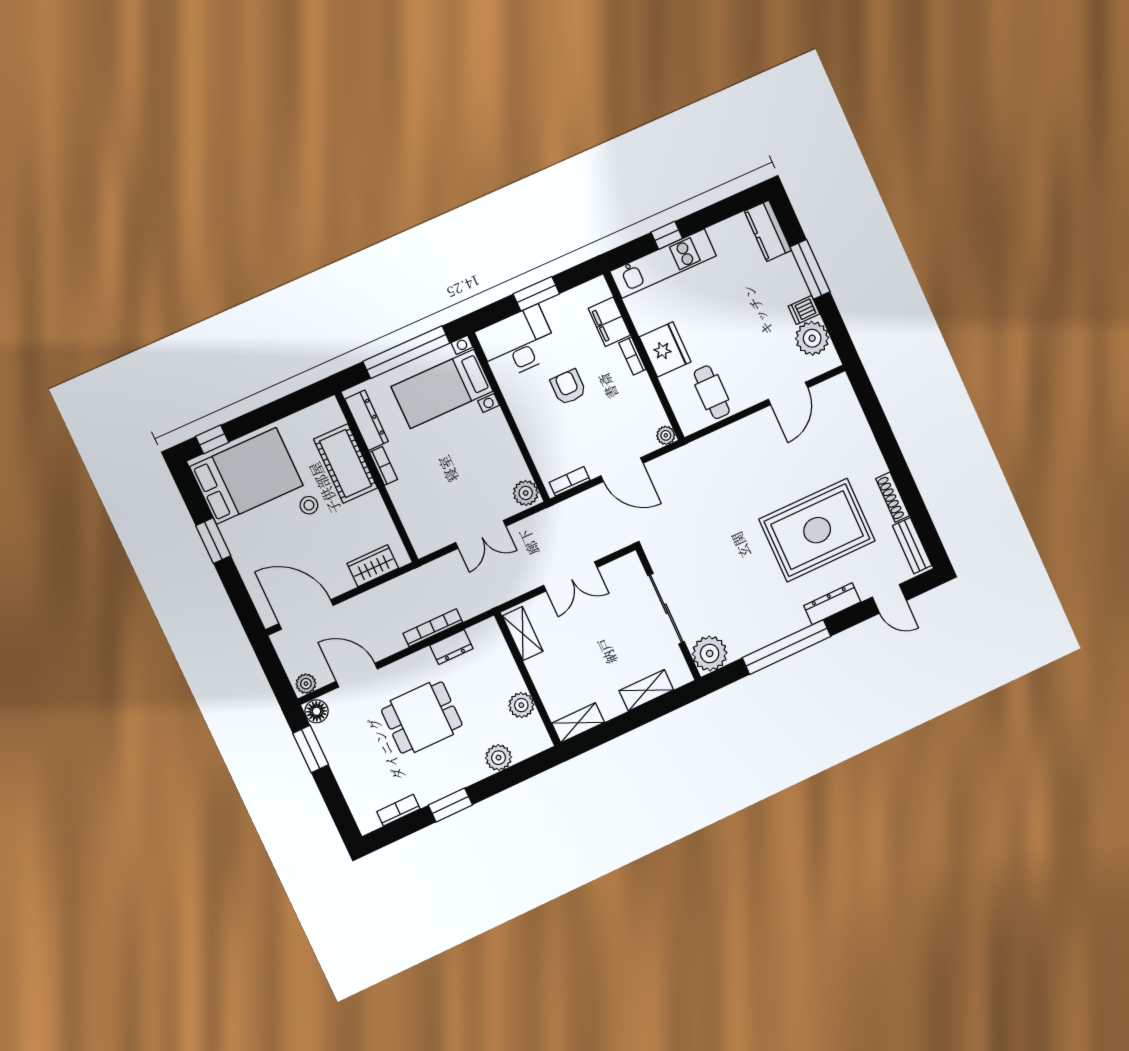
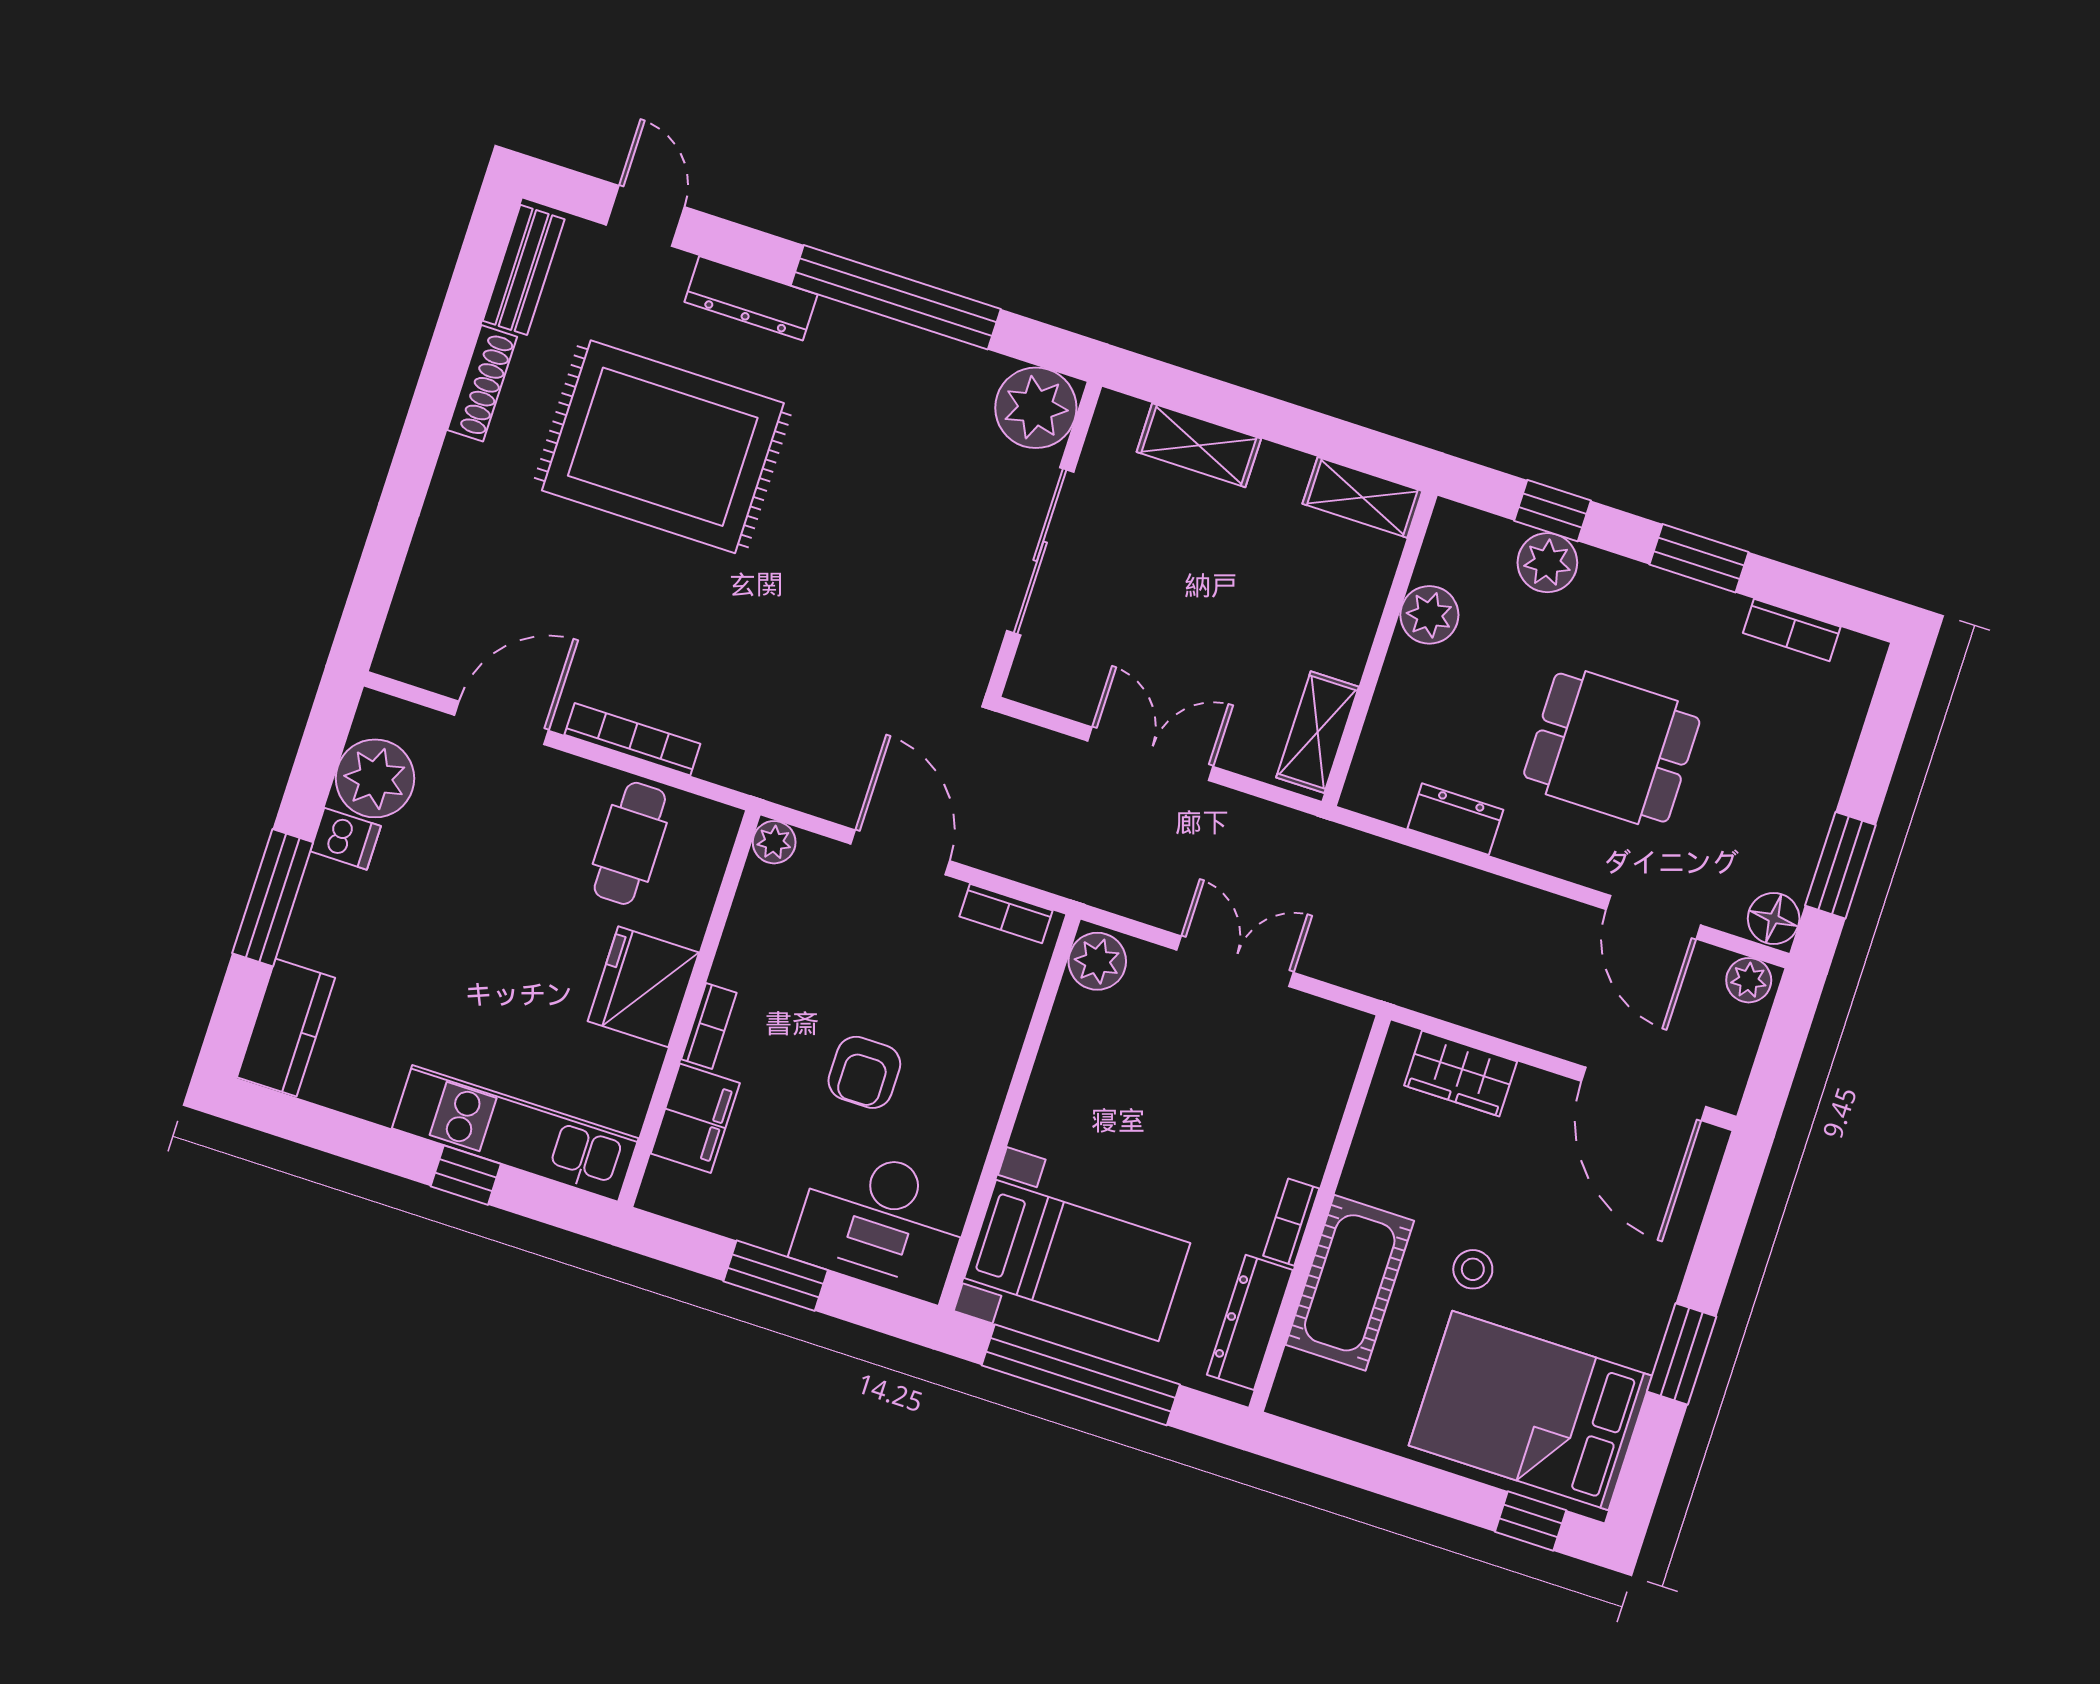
bookcase: (433, 628) -> (632, 739), moved, turned 180
window: (512, 776) -> (1552, 511), added

